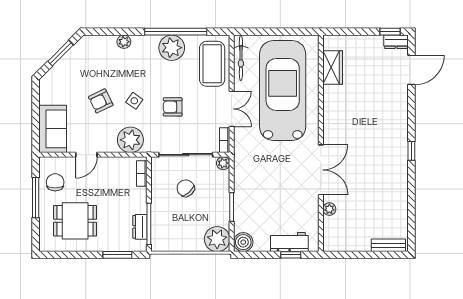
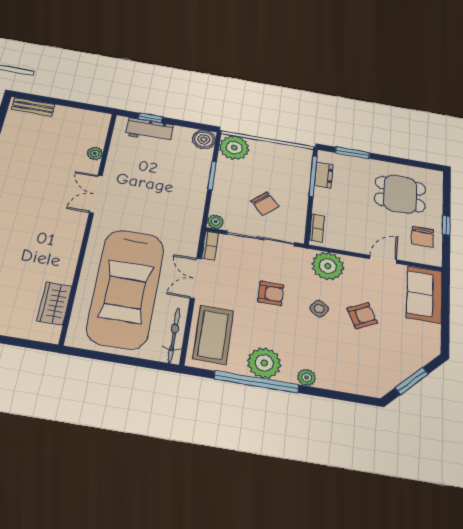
plant: (124, 42) -> (307, 377), moved
double door: (321, 170) -> (96, 194), width x0.73
window: (36, 198) -> (446, 225), width x0.46

